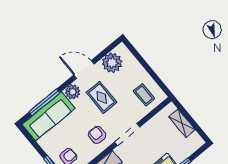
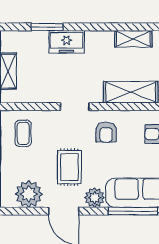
doorway: (127, 135) -> (75, 107), width x0.73

